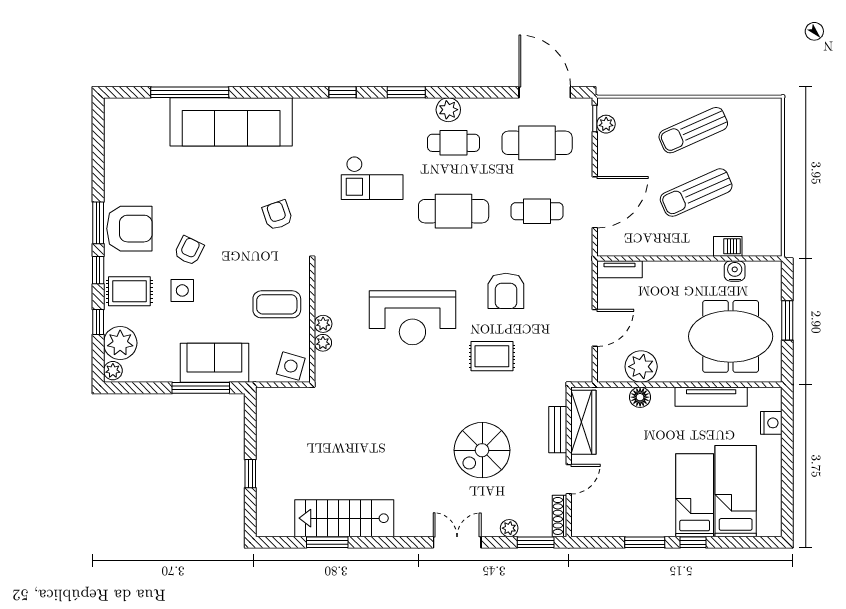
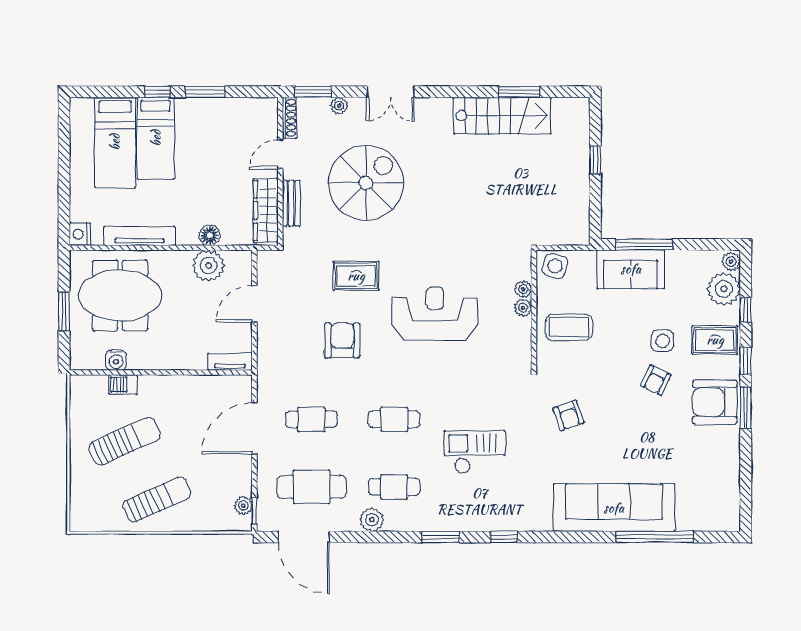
plant: (448, 110) -> (372, 520), moved
sun lounger: (696, 193) -> (125, 441), moved
cafe table: (454, 211) -> (394, 419), width x0.73, depth x0.74
nightstand: (771, 423) -> (80, 234), moved
spiral stairs: (482, 450) -> (366, 183), width x1.37, depth x1.37

